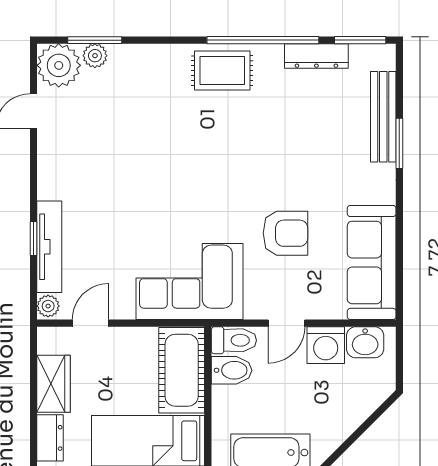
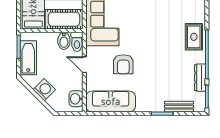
bench: (383, 117) -> (179, 107), width x0.73
washing machine: (326, 345) -> (44, 90), moved, turned 135

